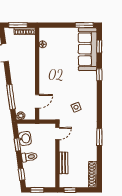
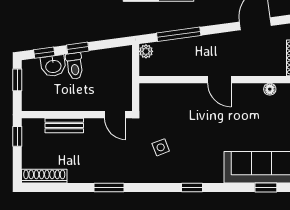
window: (99, 74) -> (192, 188), moved
door: (37, 101) -> (219, 80), moved
washbasin: (25, 138) -> (53, 66), moved
window: (17, 145) -> (78, 48), moved

